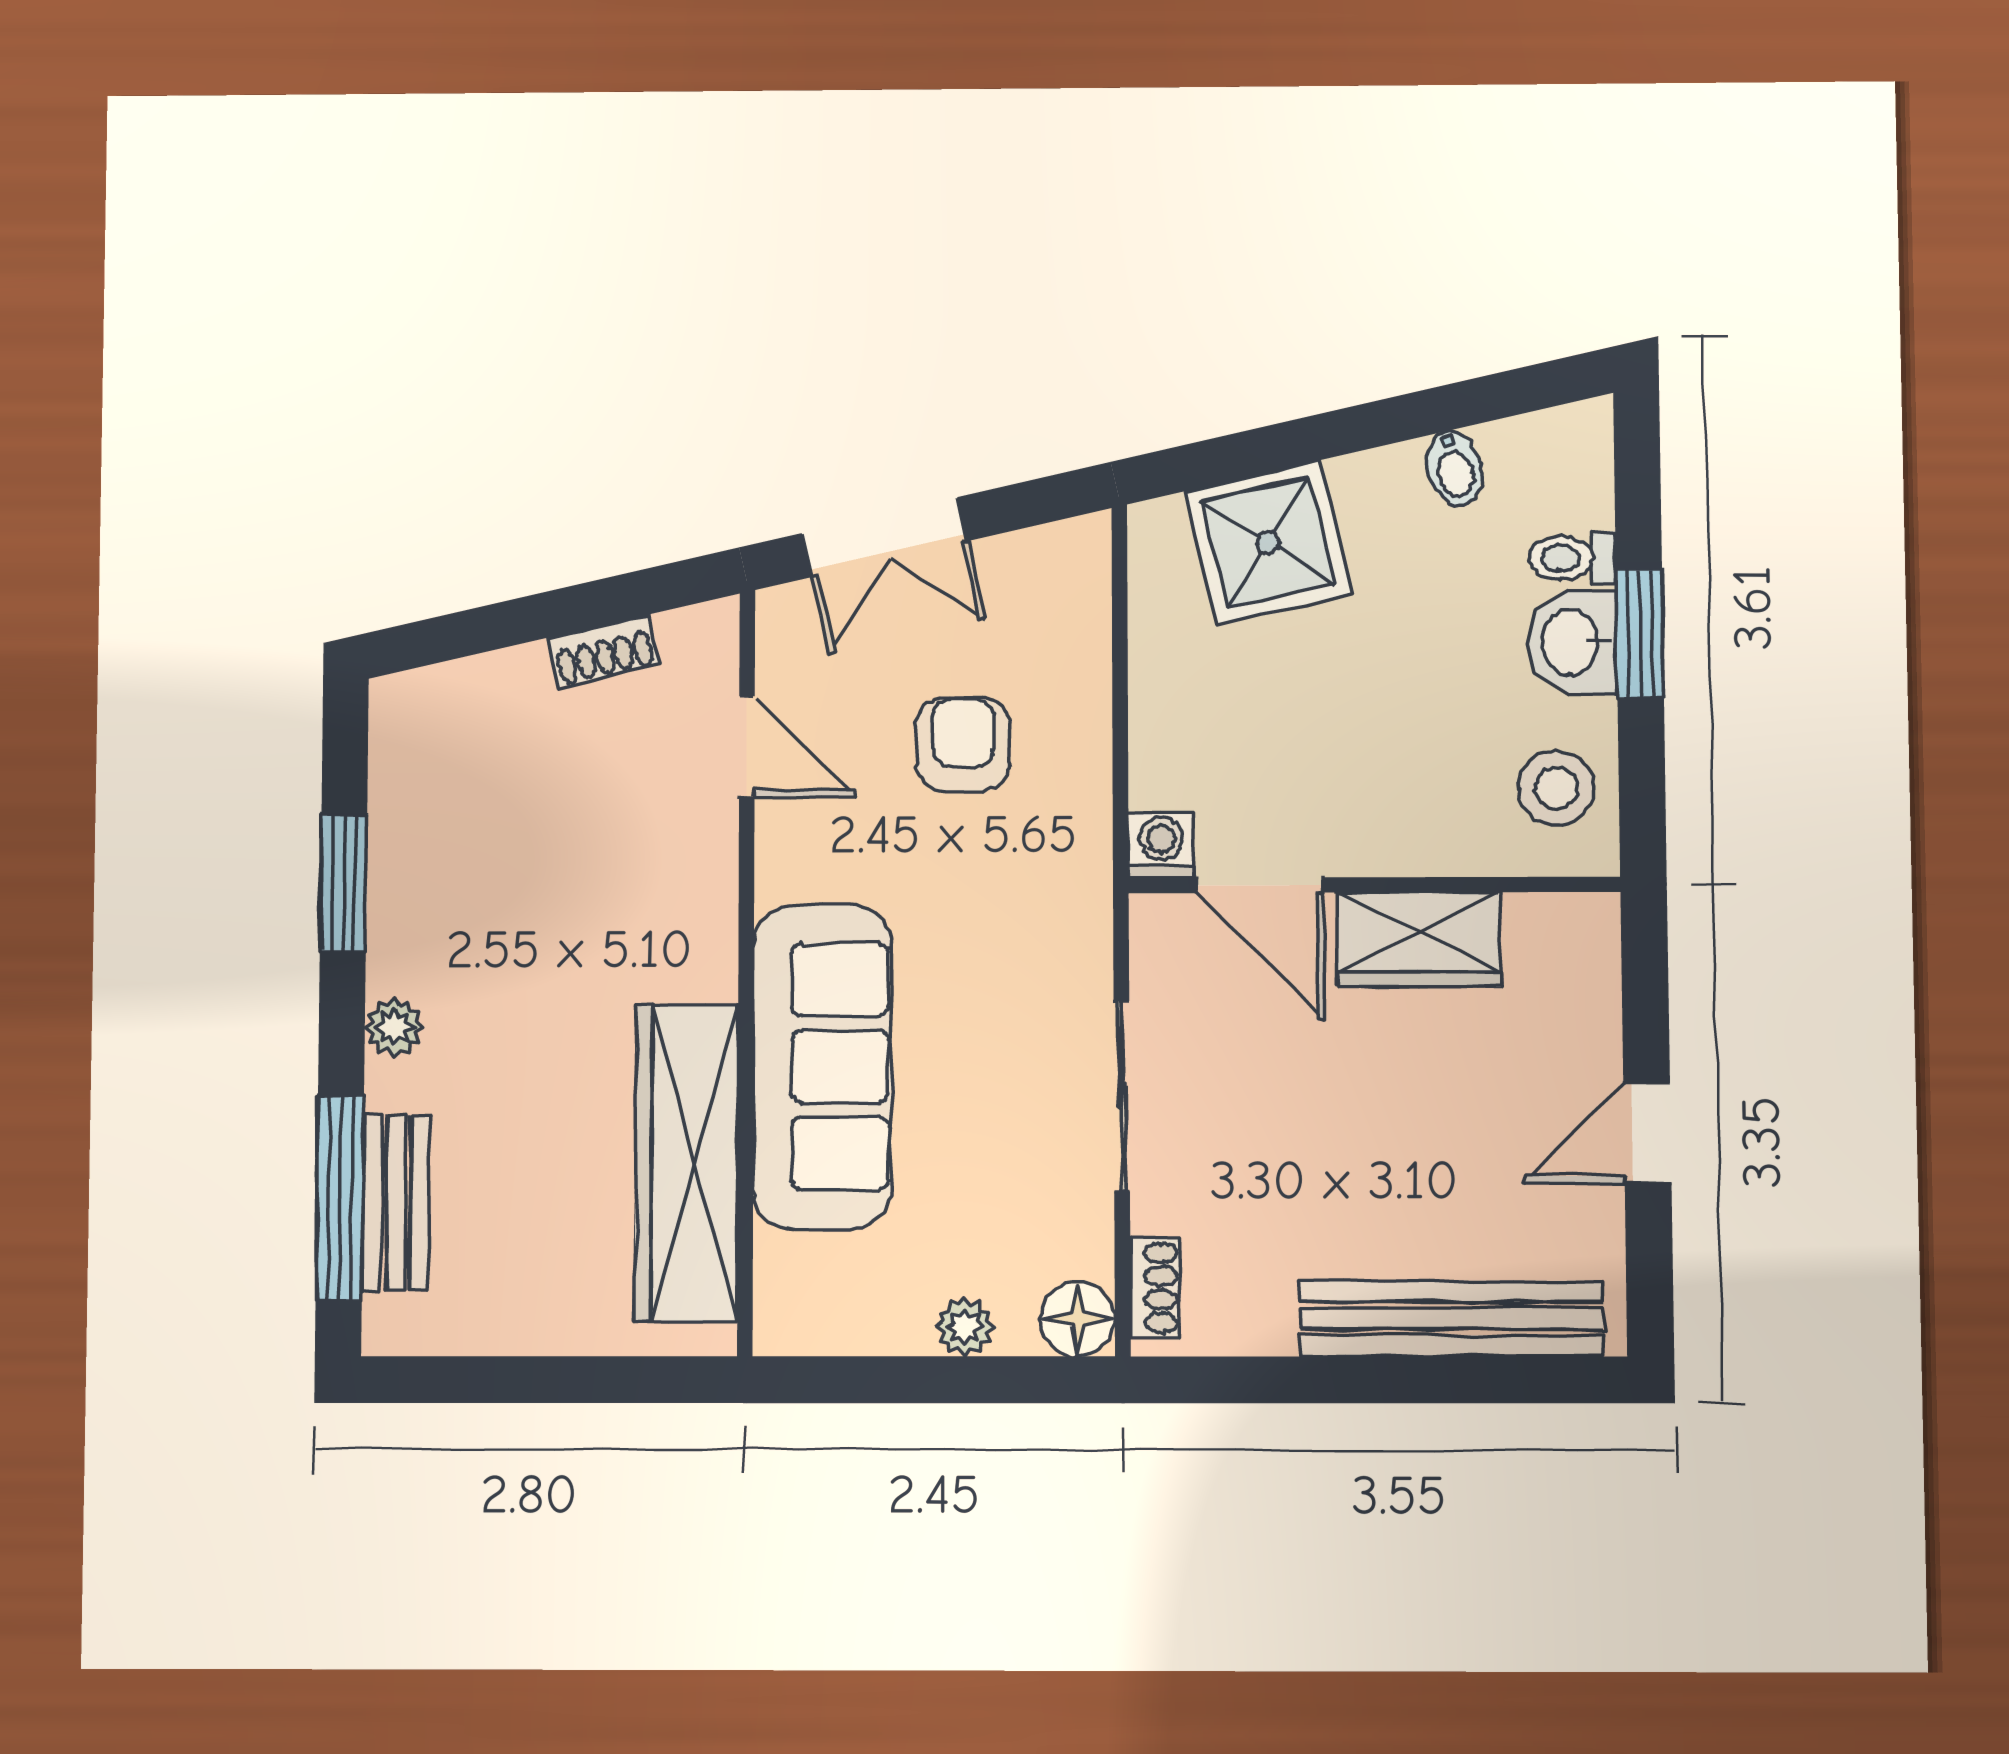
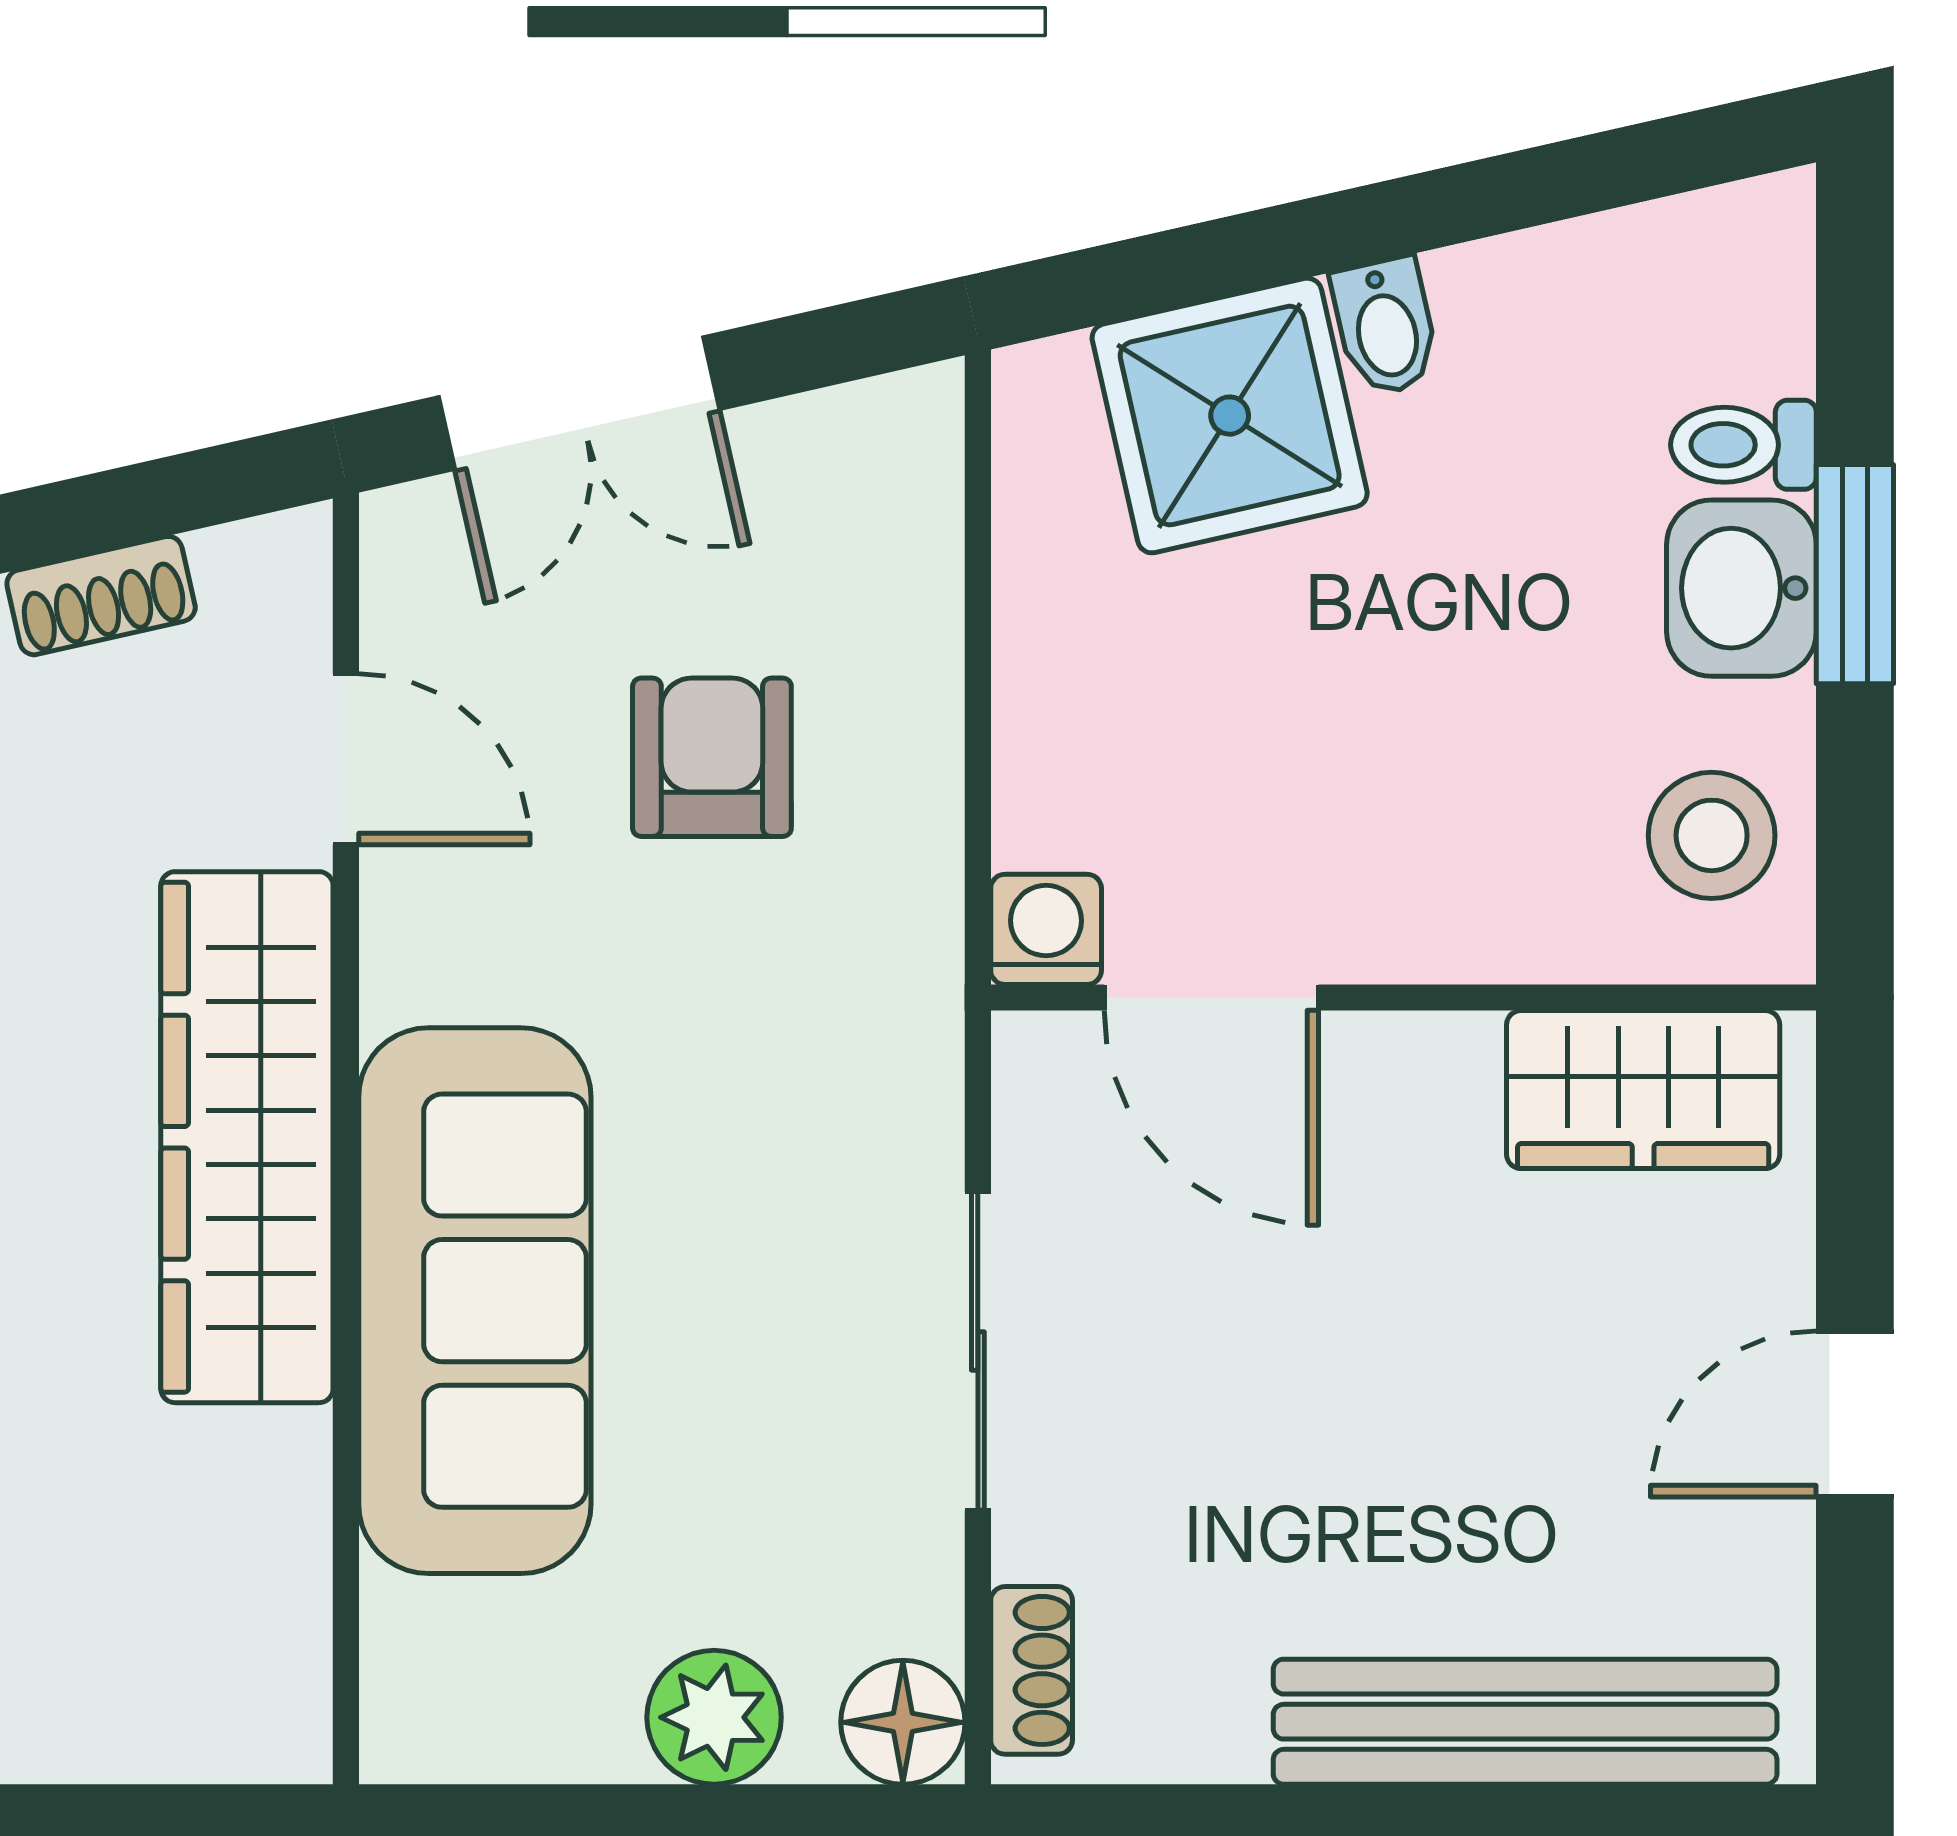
bidet: (1454, 468) -> (1385, 327), moved
wardrobe: (1419, 939) -> (1643, 1090), moved
wardrobe: (687, 1163) -> (247, 1137), moved
plant: (965, 1327) -> (714, 1717), width x1.38, depth x1.38

